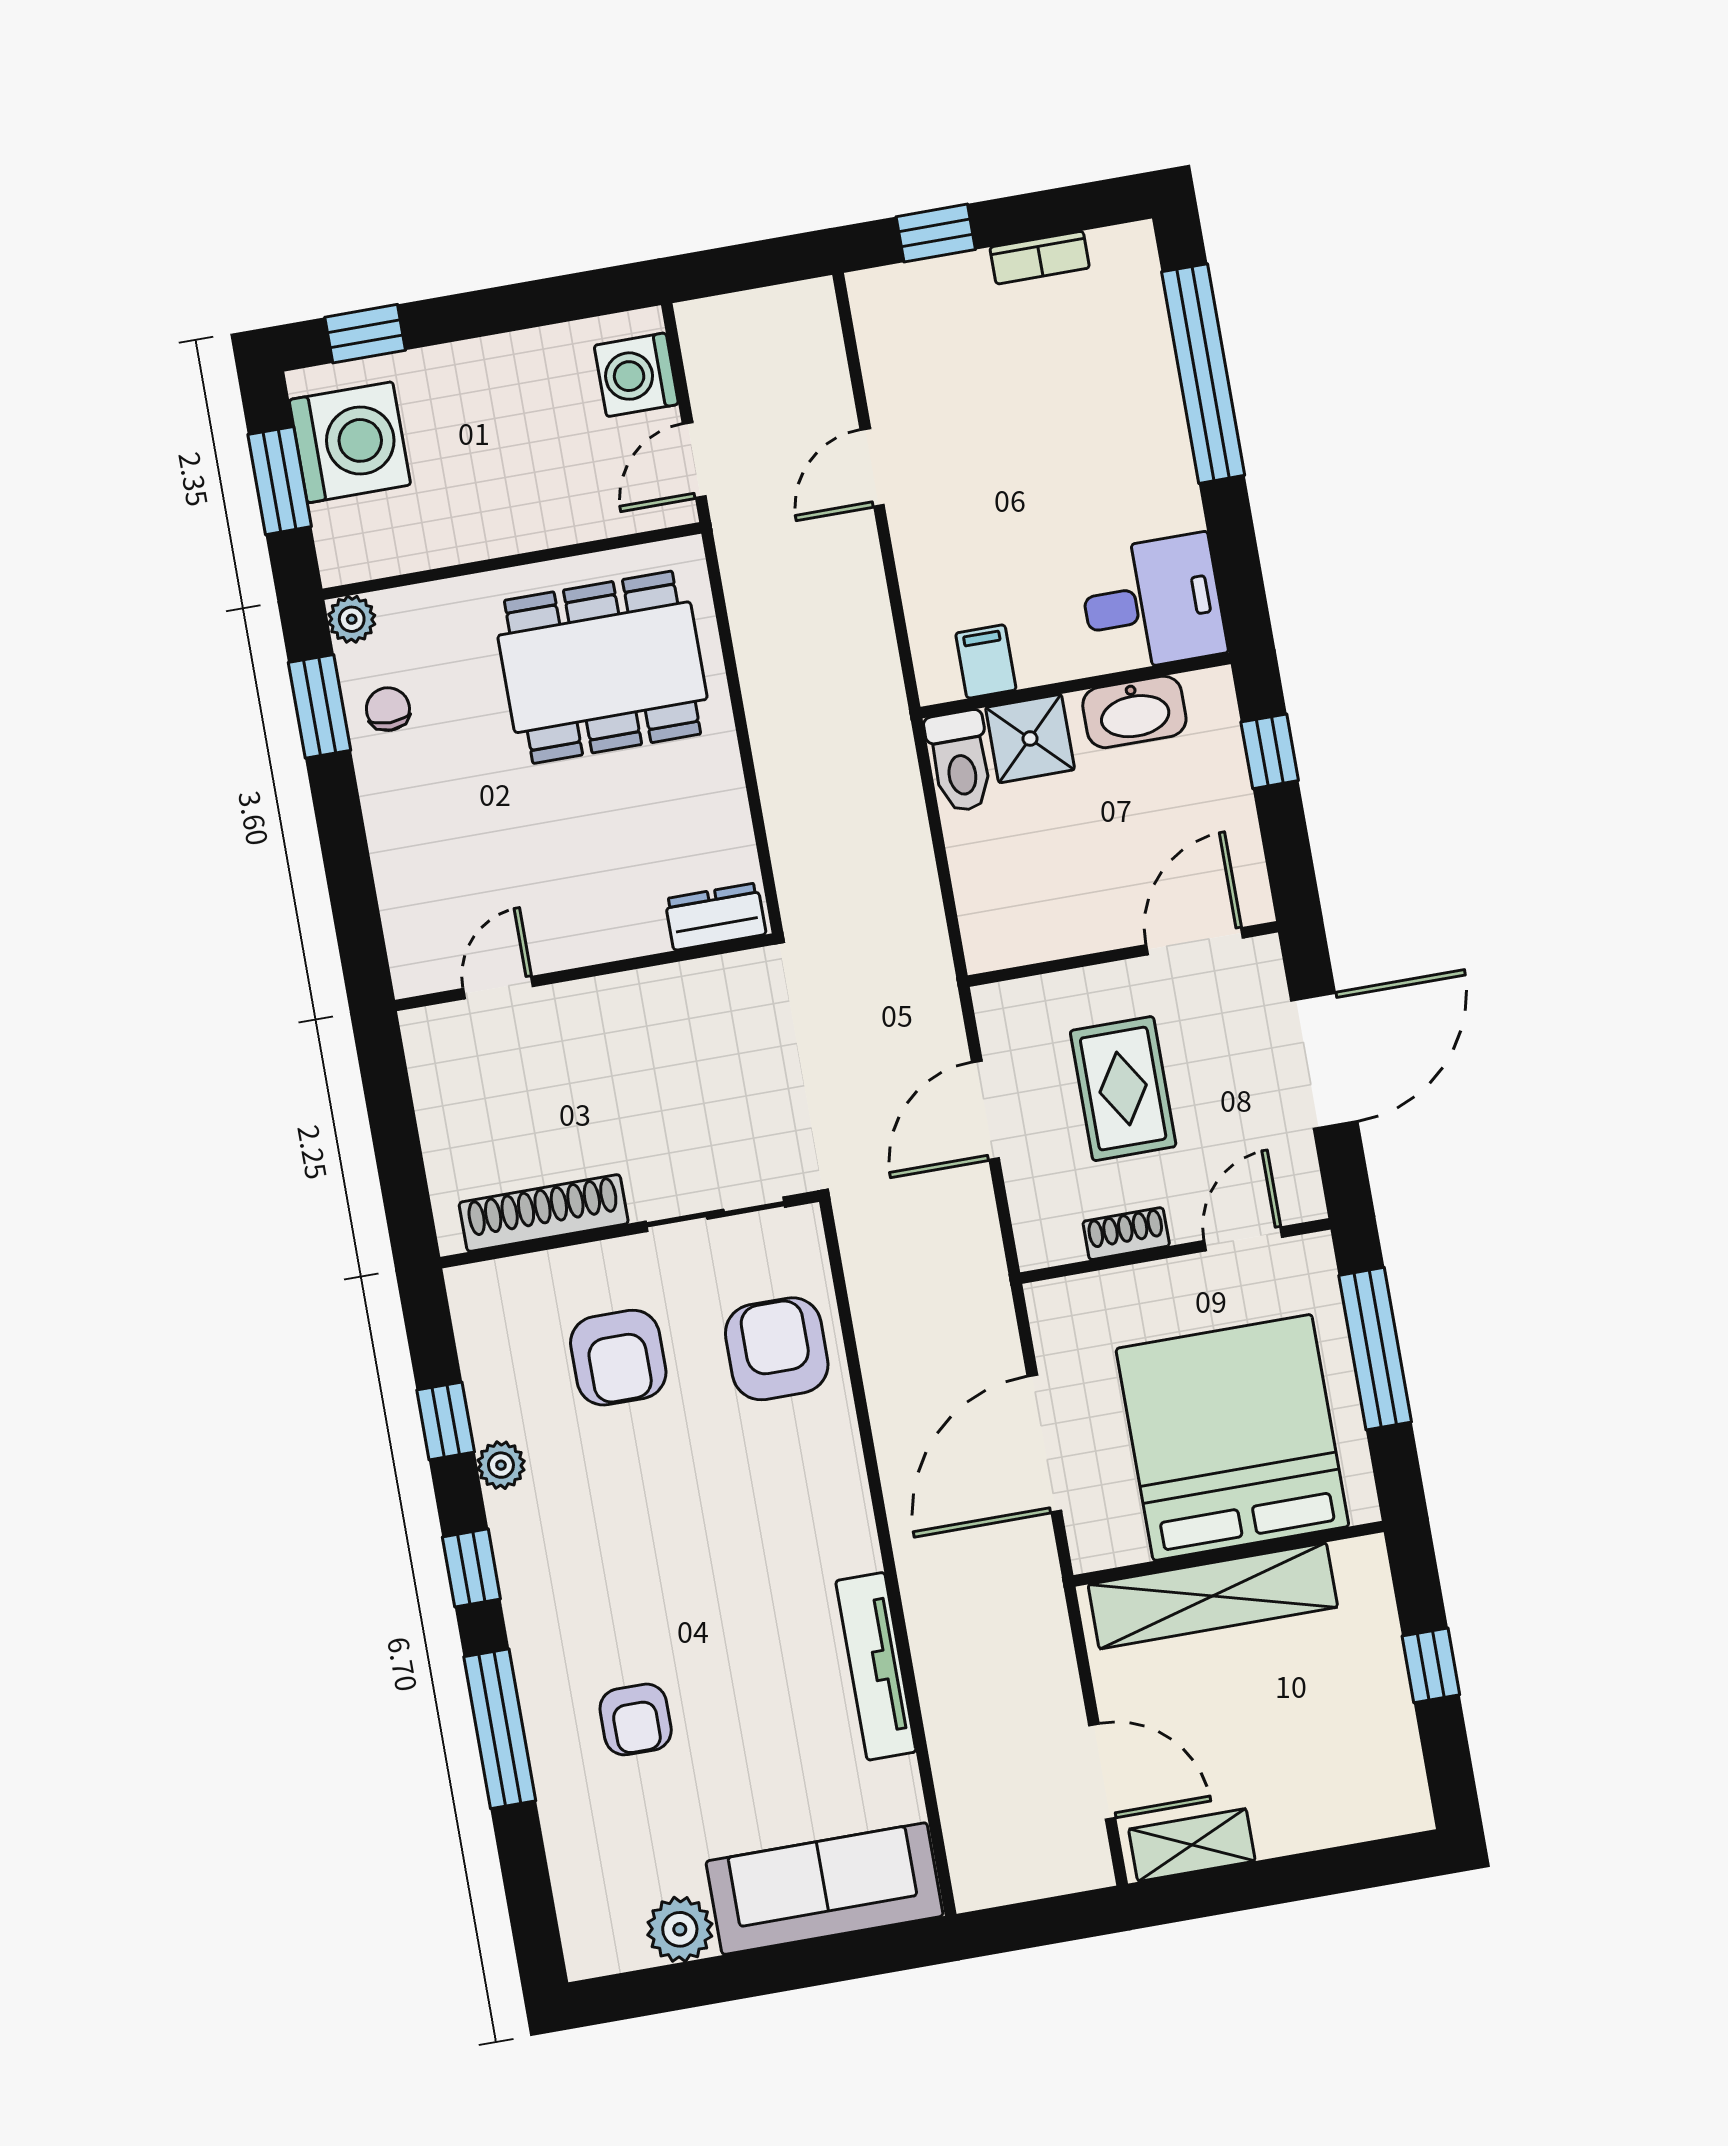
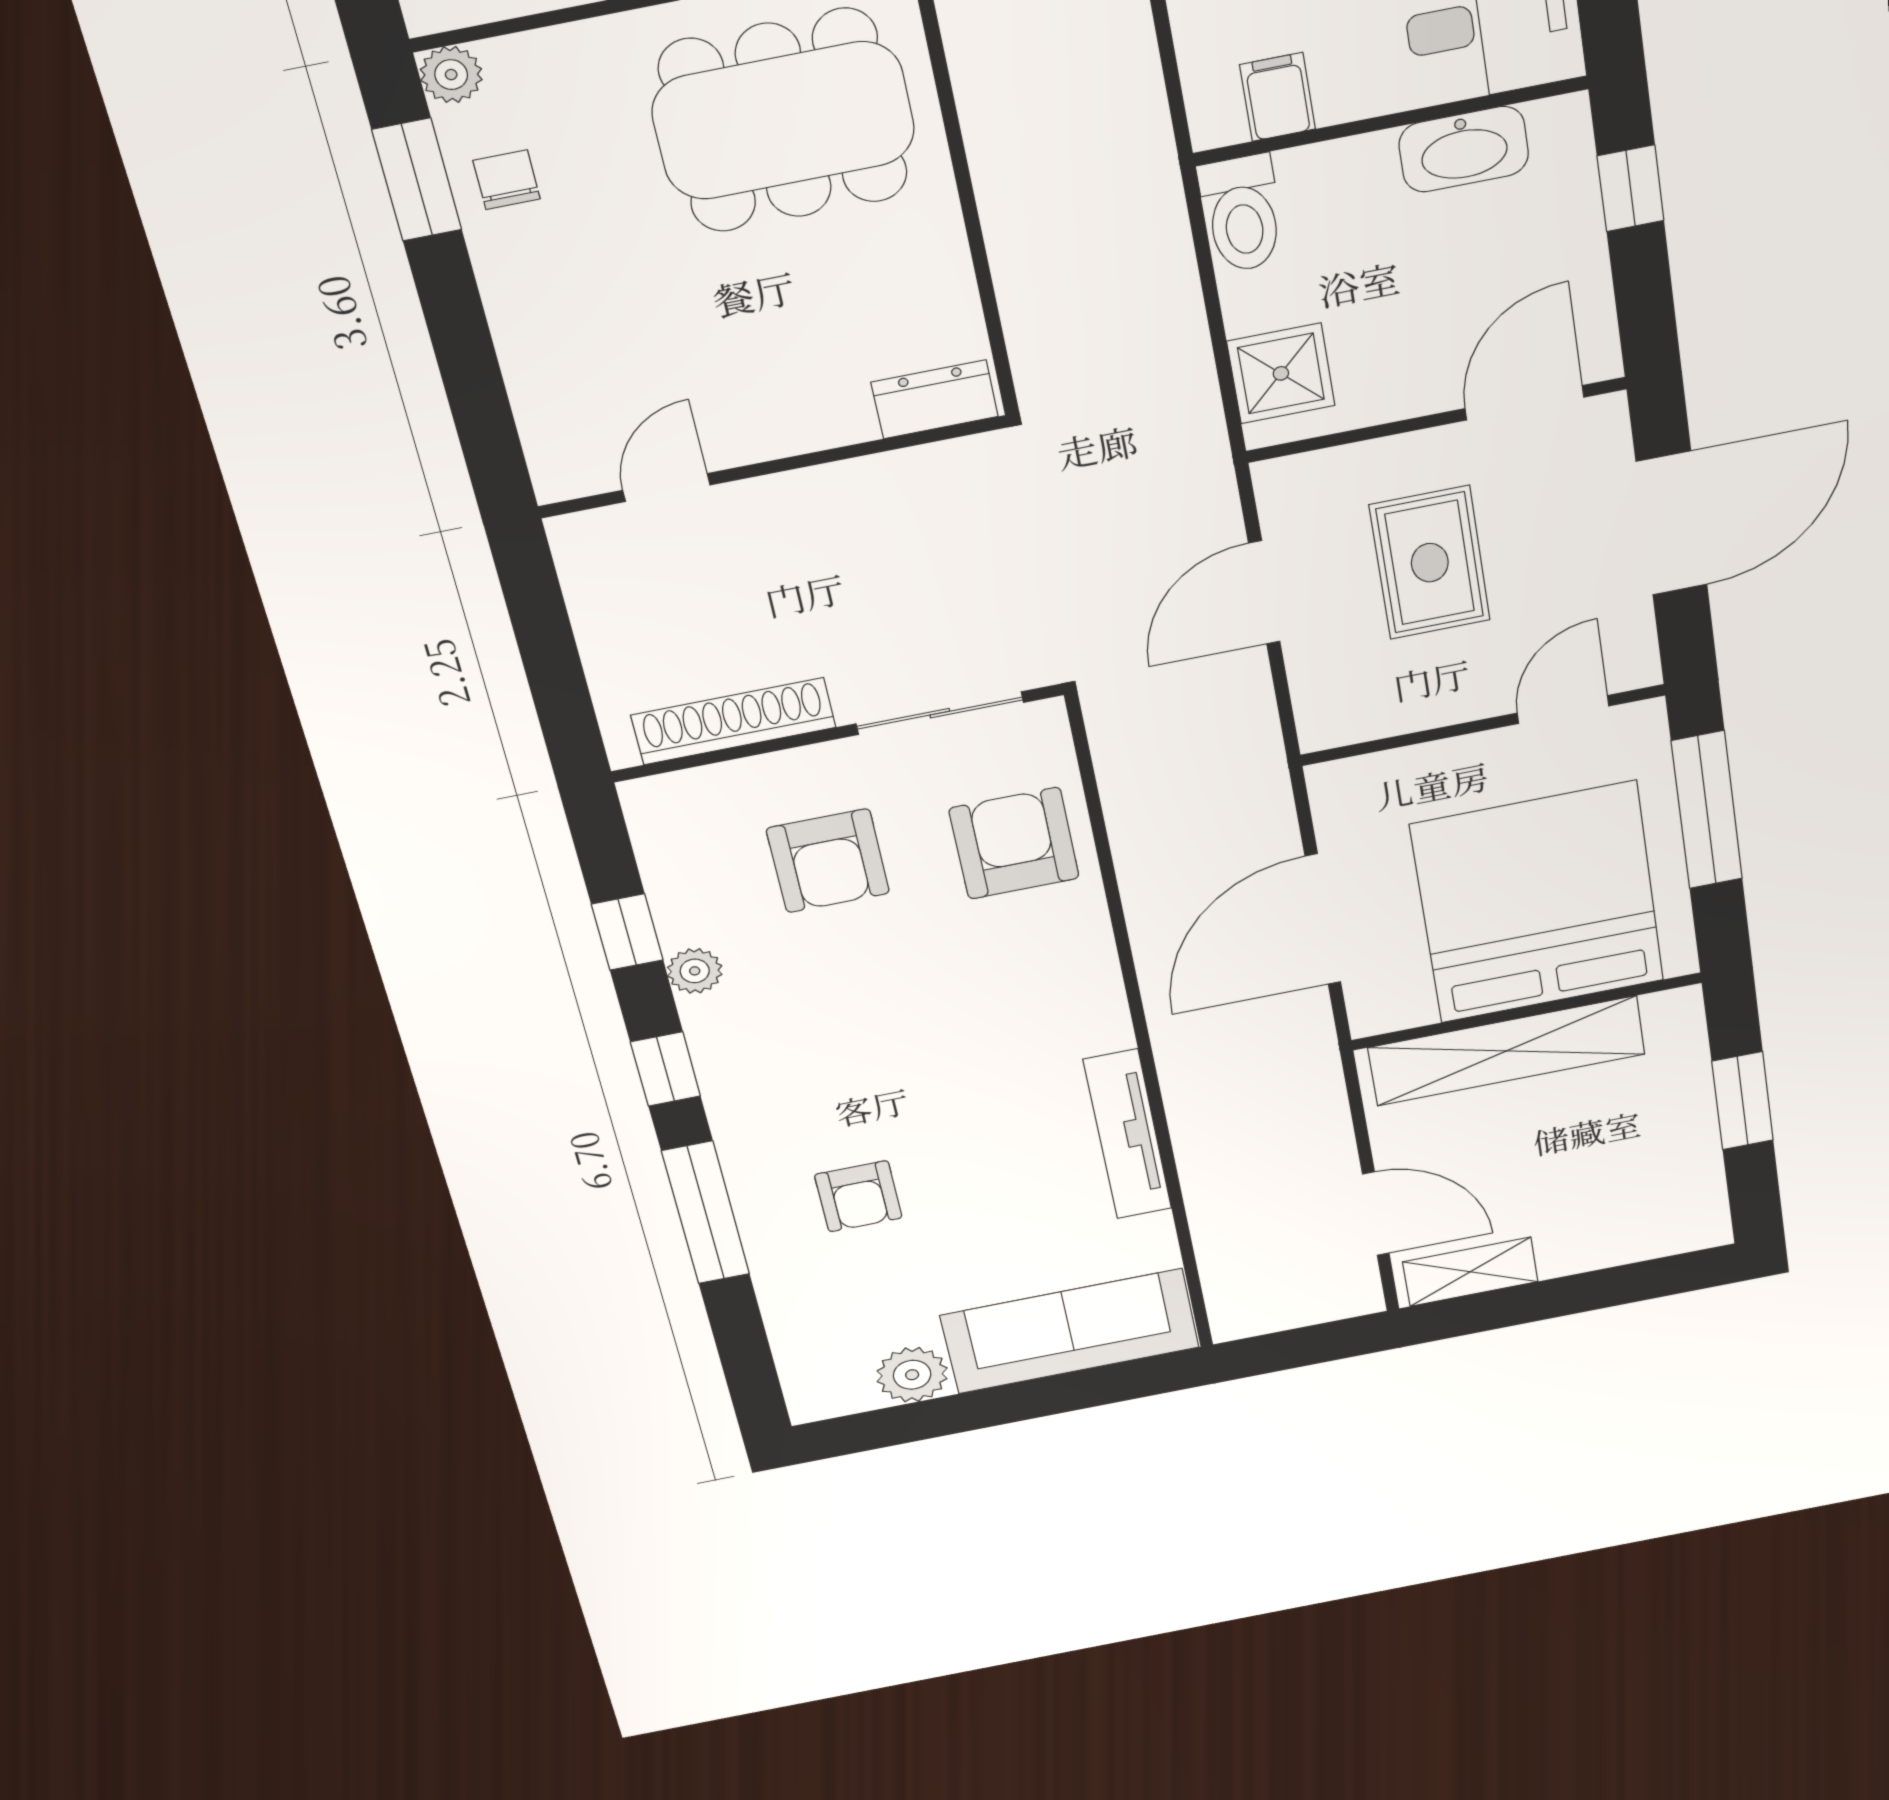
shower: (1030, 739) -> (1281, 373), moved
shoe rack: (1126, 1234) -> (1426, 710), removed
window: (1431, 1665) -> (1743, 1101), width x1.50

